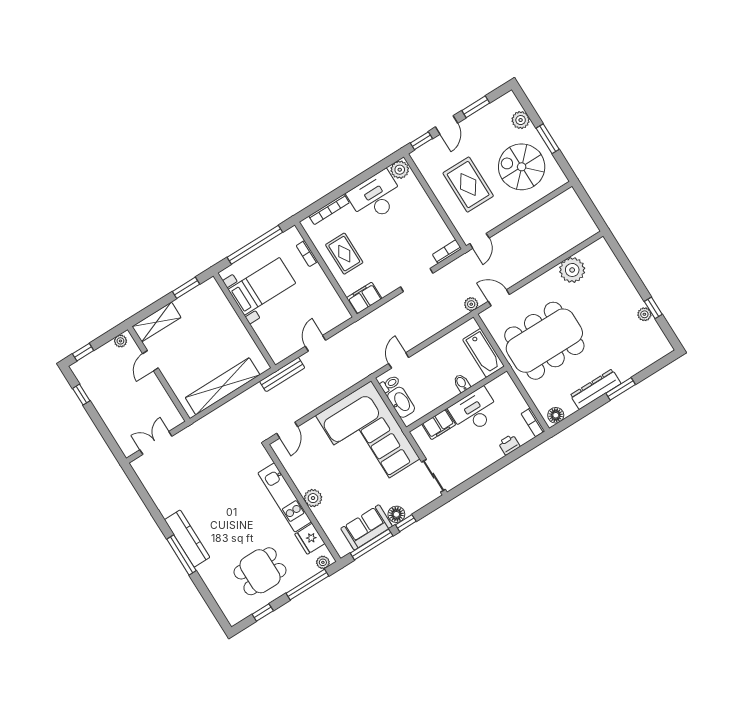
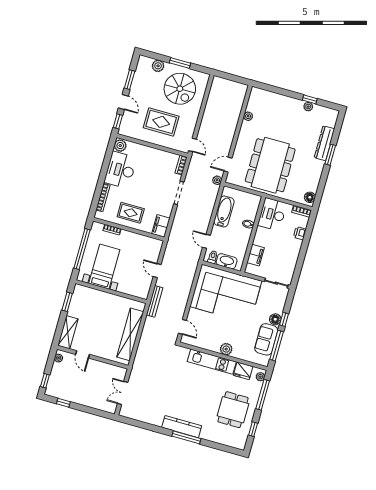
spiral stairs: (522, 167) -> (180, 89), turned -90
plant: (572, 270) -> (248, 116), width x0.53, depth x0.53
bathtub: (483, 353) -> (224, 211), moved, turned -90
dresser: (596, 389) -> (324, 143), moved
desk: (474, 411) -> (272, 214), moved

